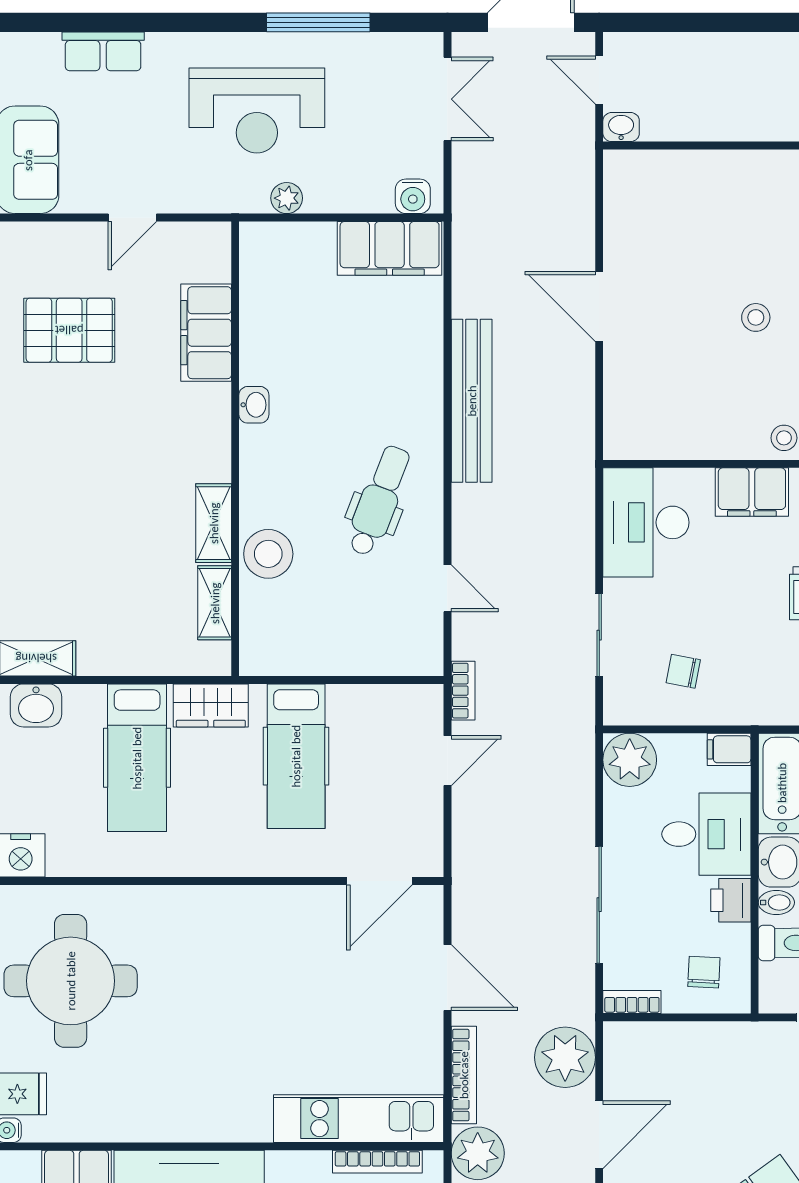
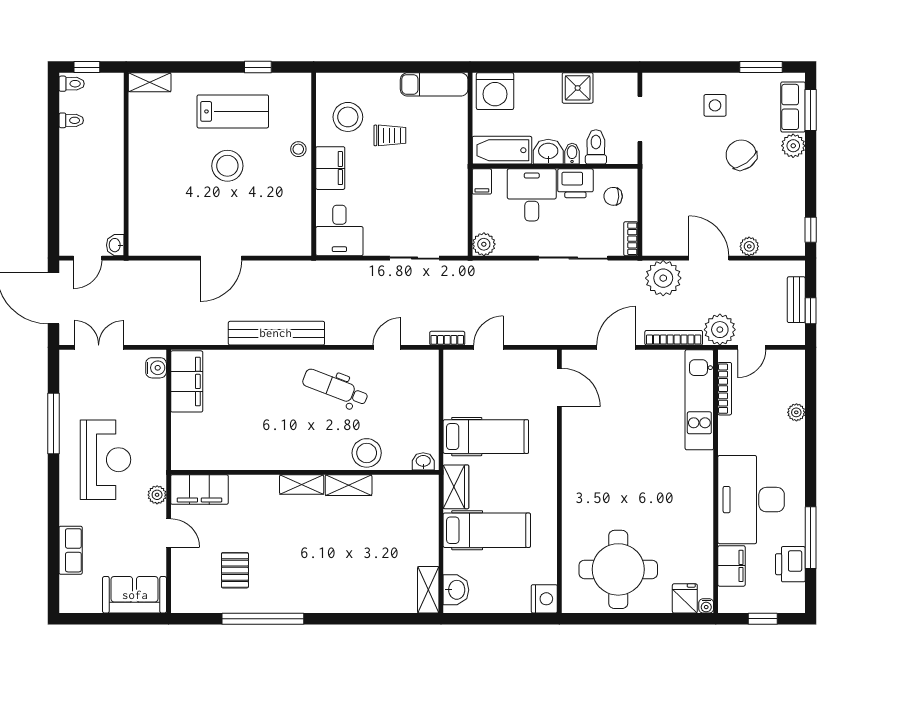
plant: (287, 198) -> (157, 495), moved
stool: (756, 317) -> (227, 166), width x1.89, depth x1.89
pallet: (69, 330) -> (235, 570), width x0.67, depth x0.71
filing cabinet: (206, 333) -> (199, 490), moved
washbasin: (254, 405) -> (423, 461), moved
desk: (646, 522) -> (339, 230), width x0.73
shelving: (215, 603) -> (302, 485), moved
chair: (683, 671) -> (436, 208), removed
plant: (630, 760) -> (484, 244), width x0.73, depth x0.73
door: (447, 761) -> (488, 347), hinge flipped
printer: (731, 900) -> (575, 183), width x1.36, depth x1.24

